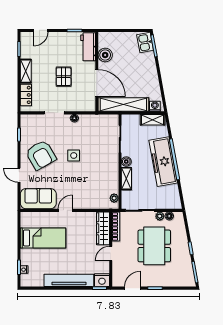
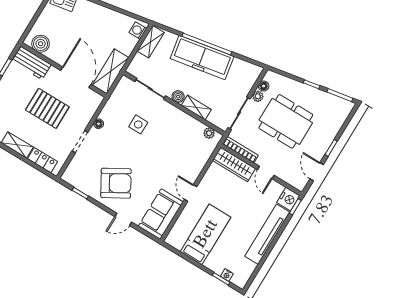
boiler: (105, 55) -> (41, 44), moved
pallet: (64, 77) -> (47, 108), width x1.50, depth x1.42
door: (97, 83) -> (76, 77), hinge flipped
shelving: (123, 105) -> (111, 71), width x0.68
side table: (74, 155) -> (138, 124), moved

